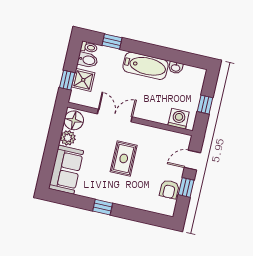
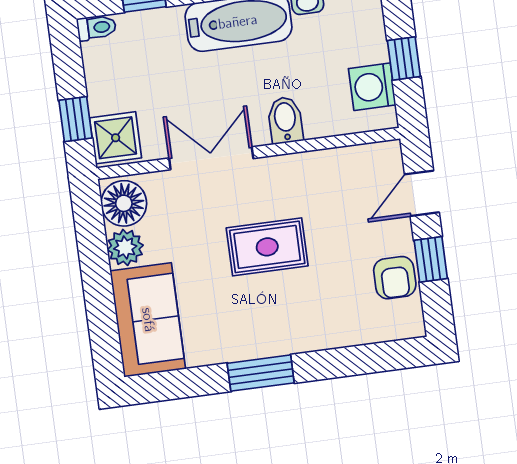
bidet: (88, 60) -> (285, 120), moved, turned -90
shower: (83, 80) -> (116, 138), moved
washing machine: (179, 119) -> (372, 87), moved, turned -90
rug: (124, 158) -> (267, 247), turned 90
window: (103, 207) -> (261, 373), width x1.50

